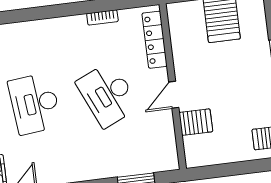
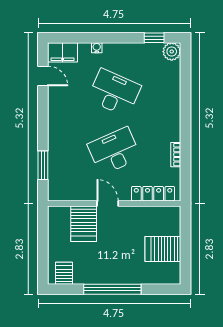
desk: (35, 104) -> (114, 93), turned 30
server rack: (196, 122) -> (84, 224), width x1.36, depth x1.44

